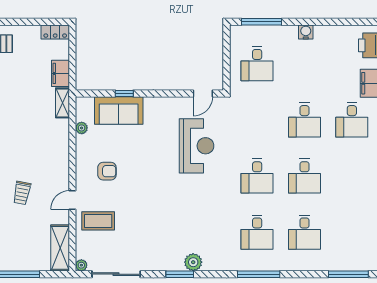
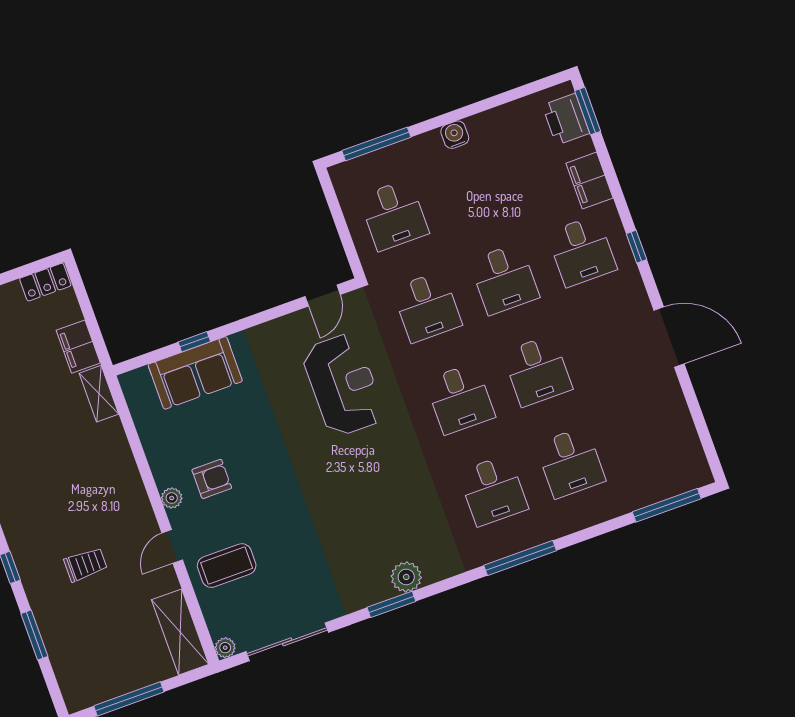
desk: (257, 120) -> (427, 307), added
plant: (82, 128) -> (172, 498), moved
trolley: (22, 193) -> (86, 565), turned -101

